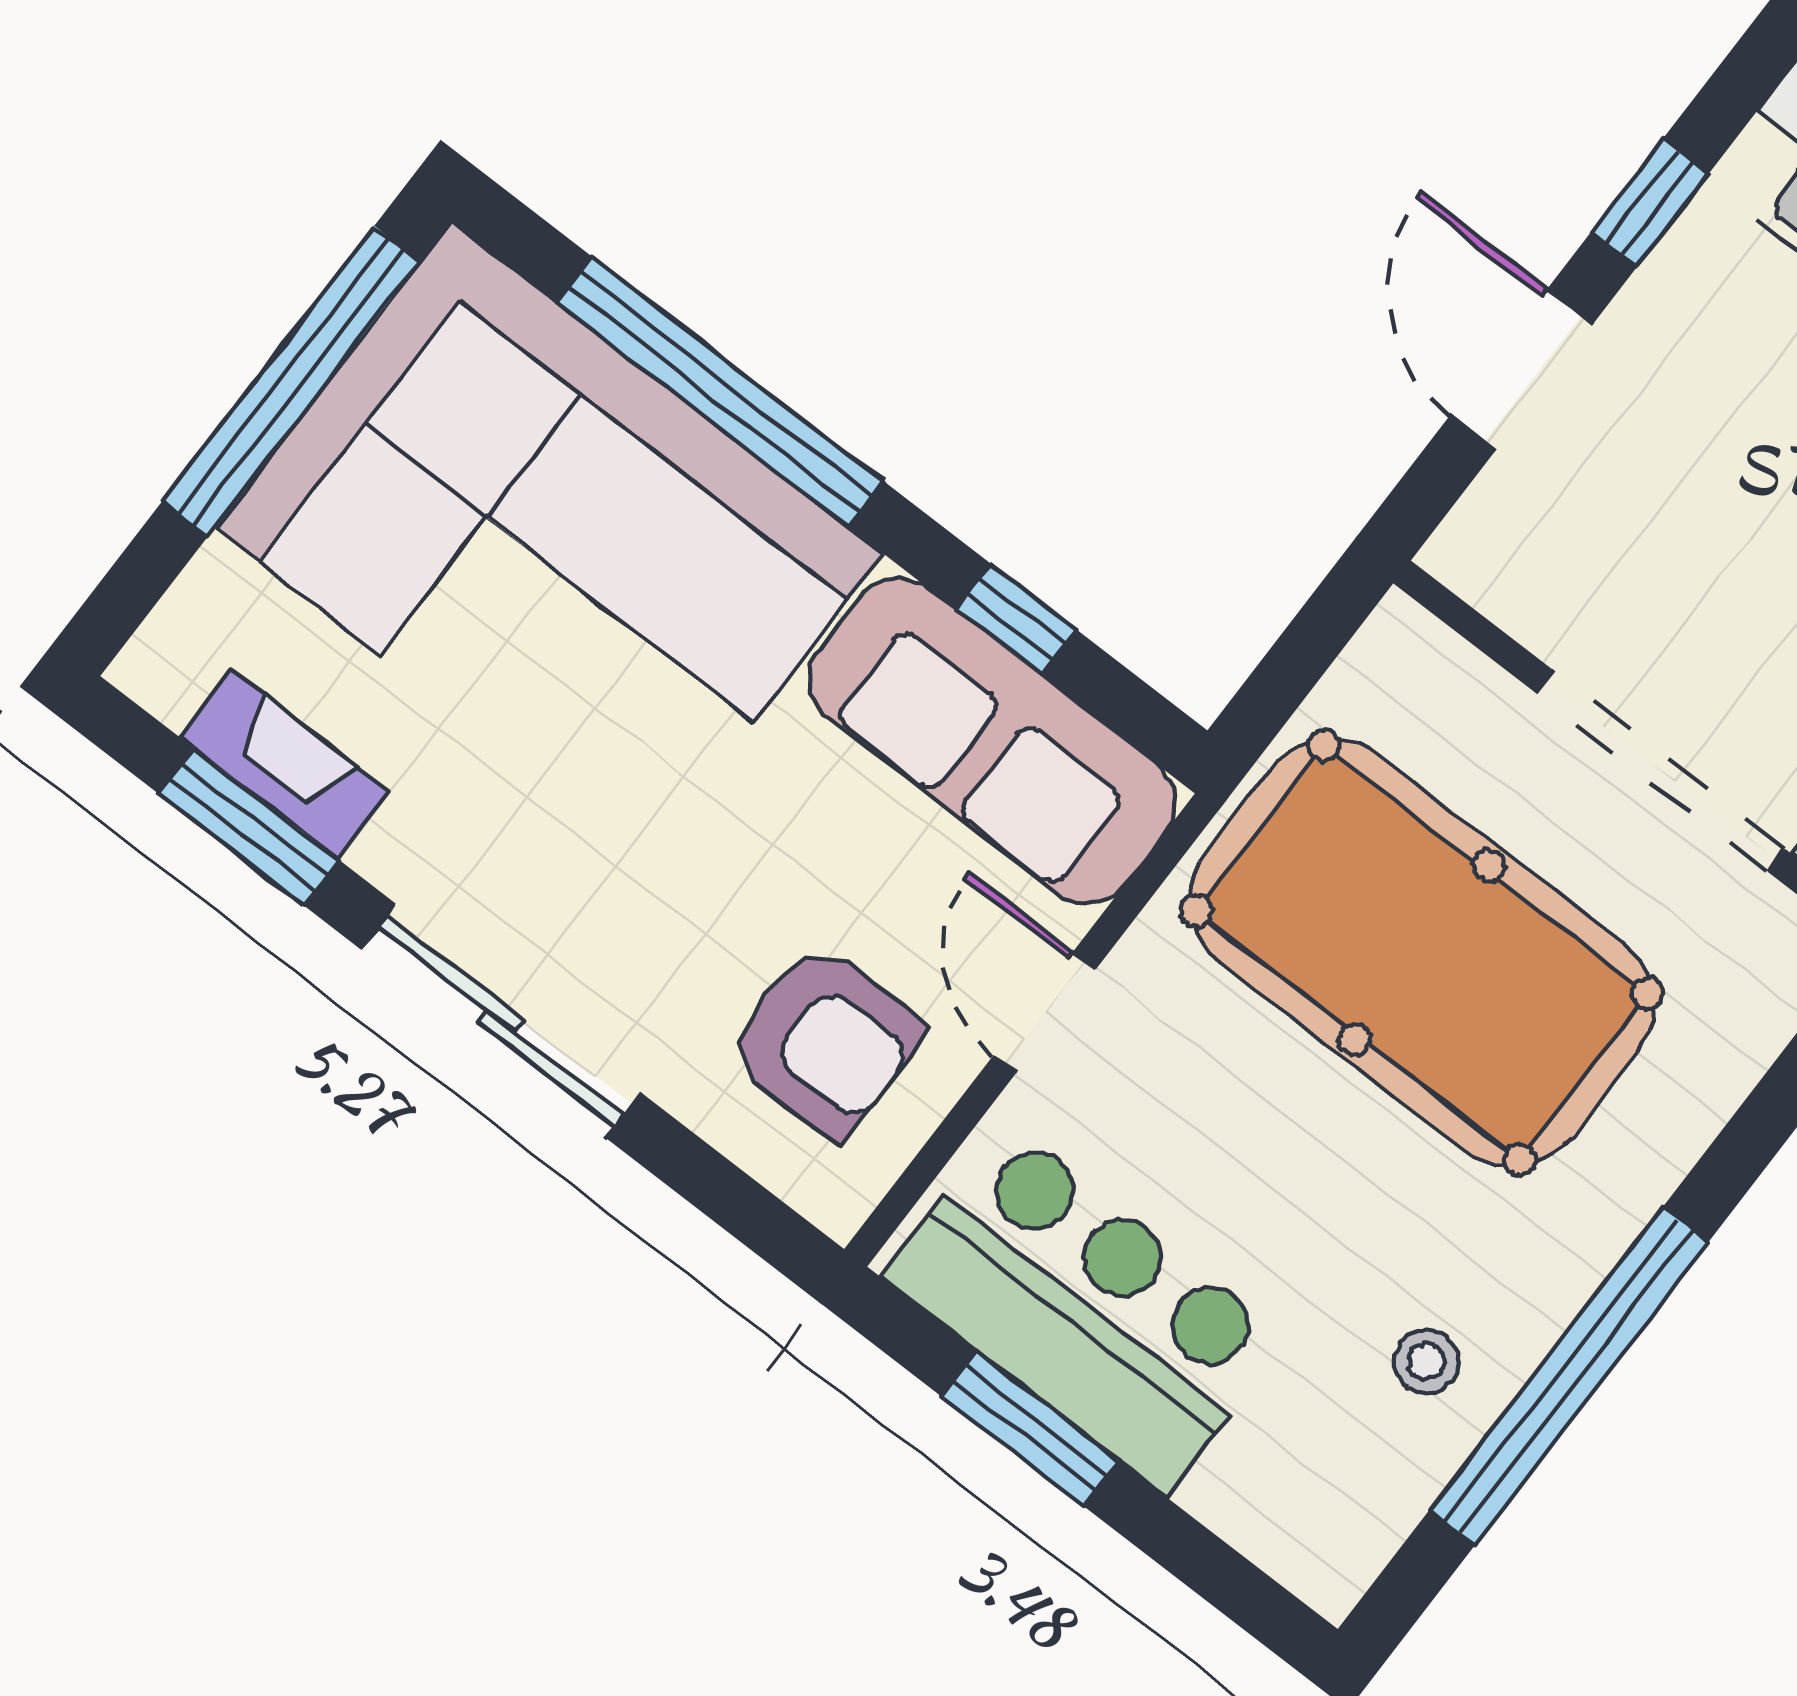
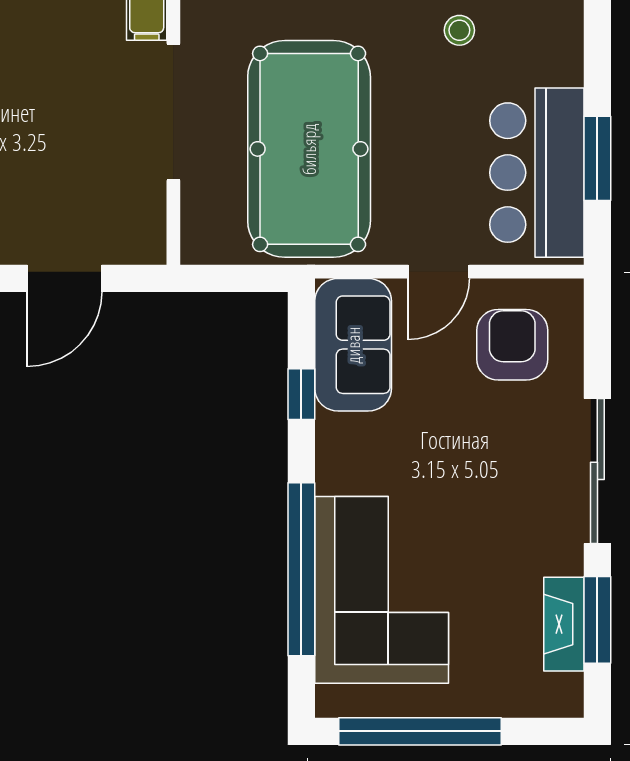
corner sofa: (550, 541) -> (382, 590), width x0.73, depth x0.74
sofa: (992, 741) -> (353, 345), width x0.73

